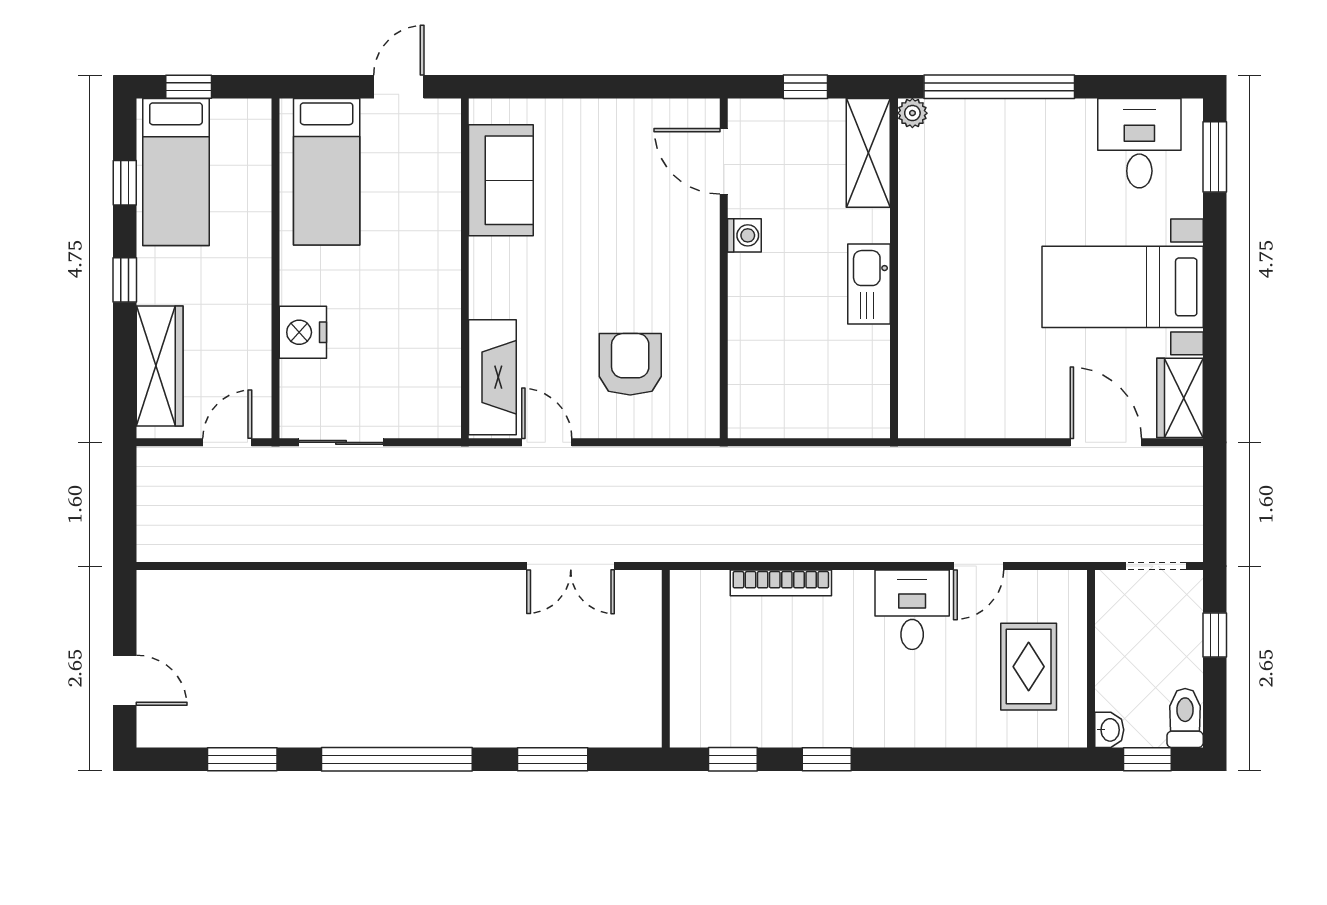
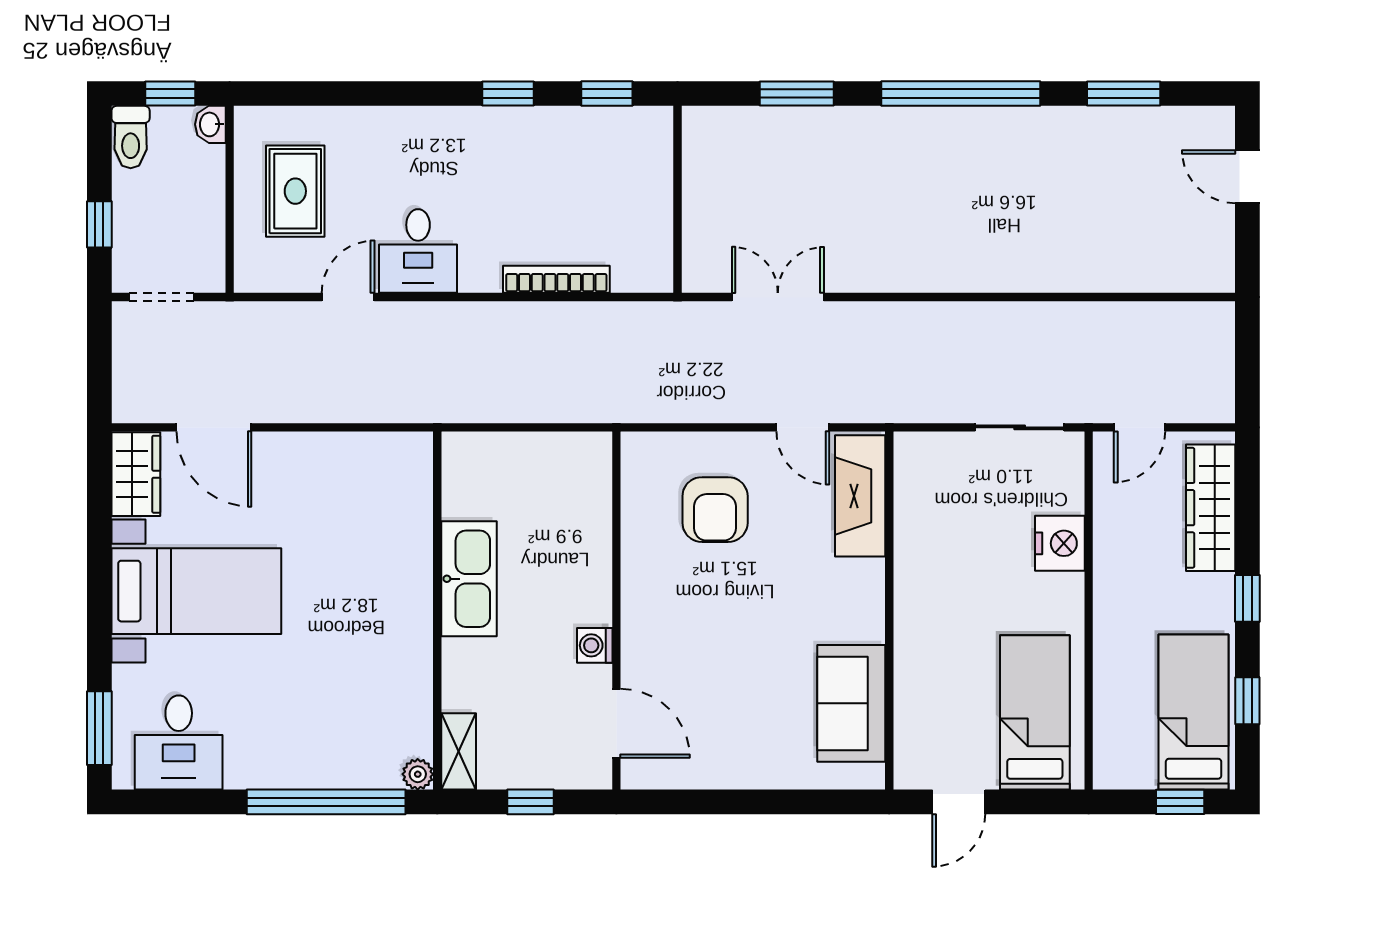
shelving: (868, 153) -> (459, 751), width x0.67, depth x0.75
kitchen sink: (869, 284) -> (469, 579), width x1.36, depth x1.24

